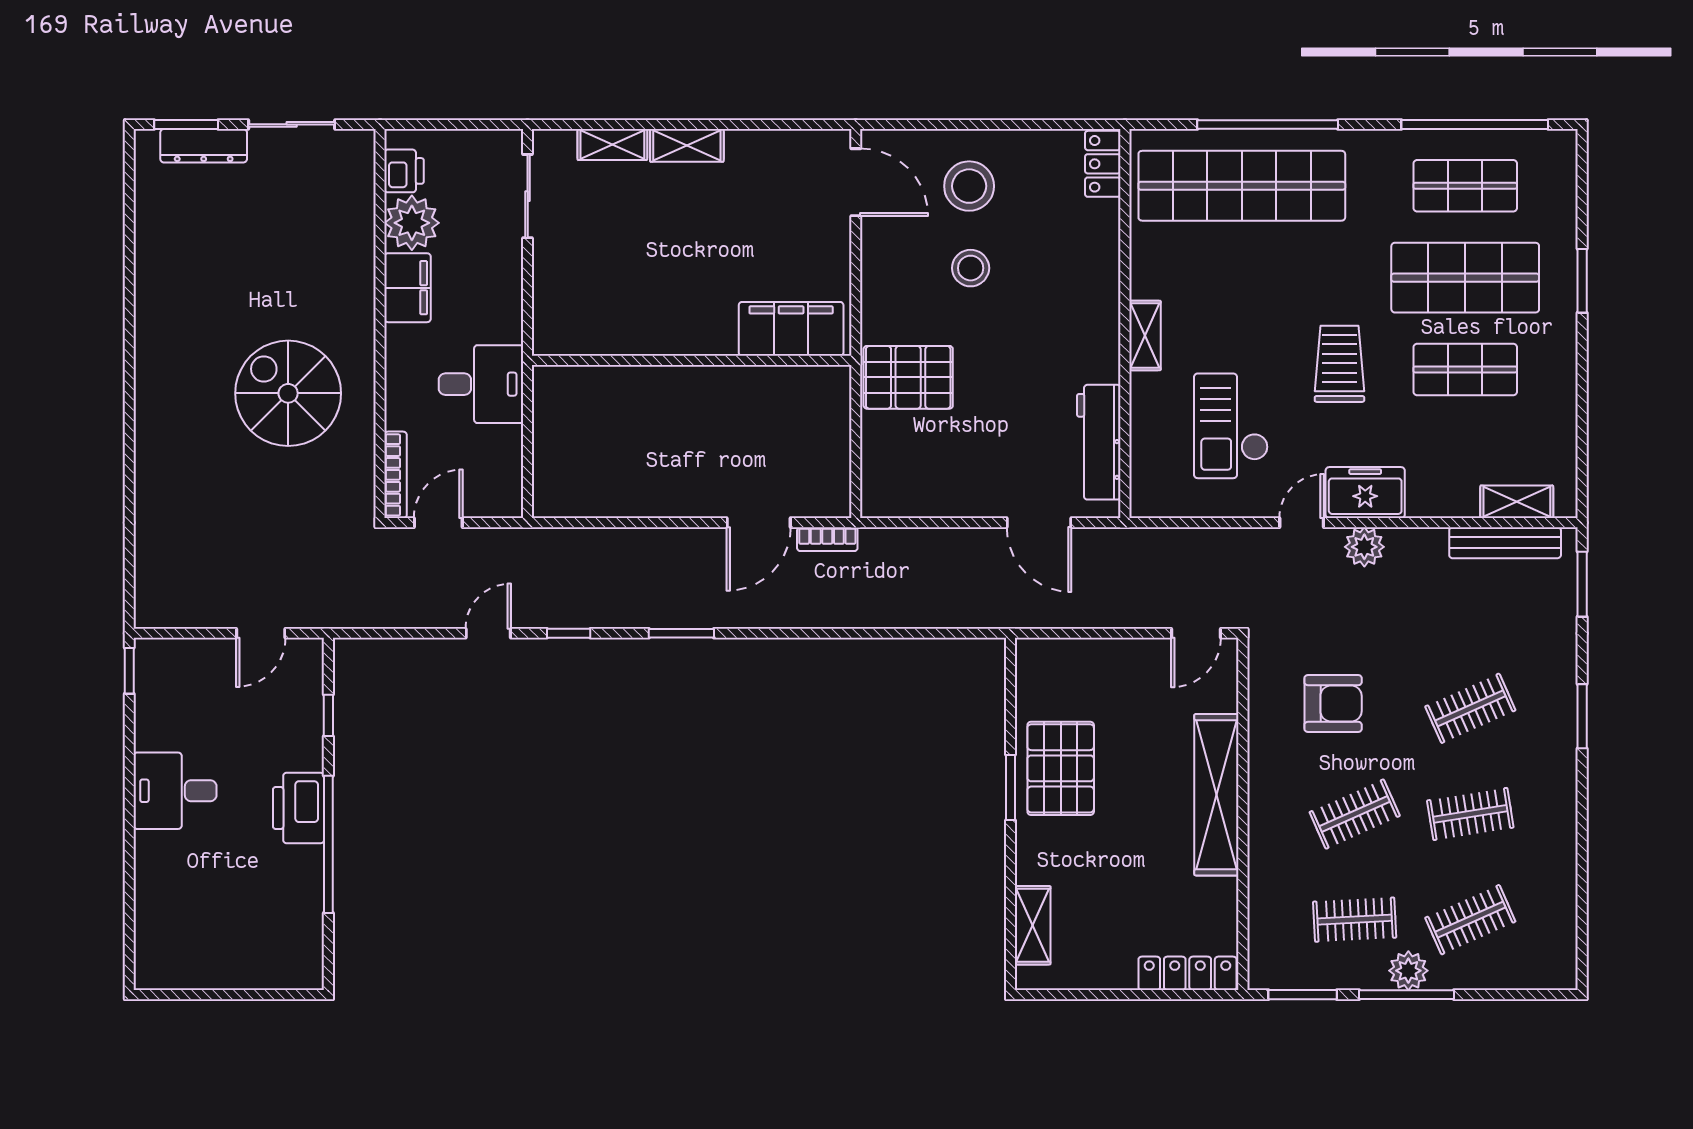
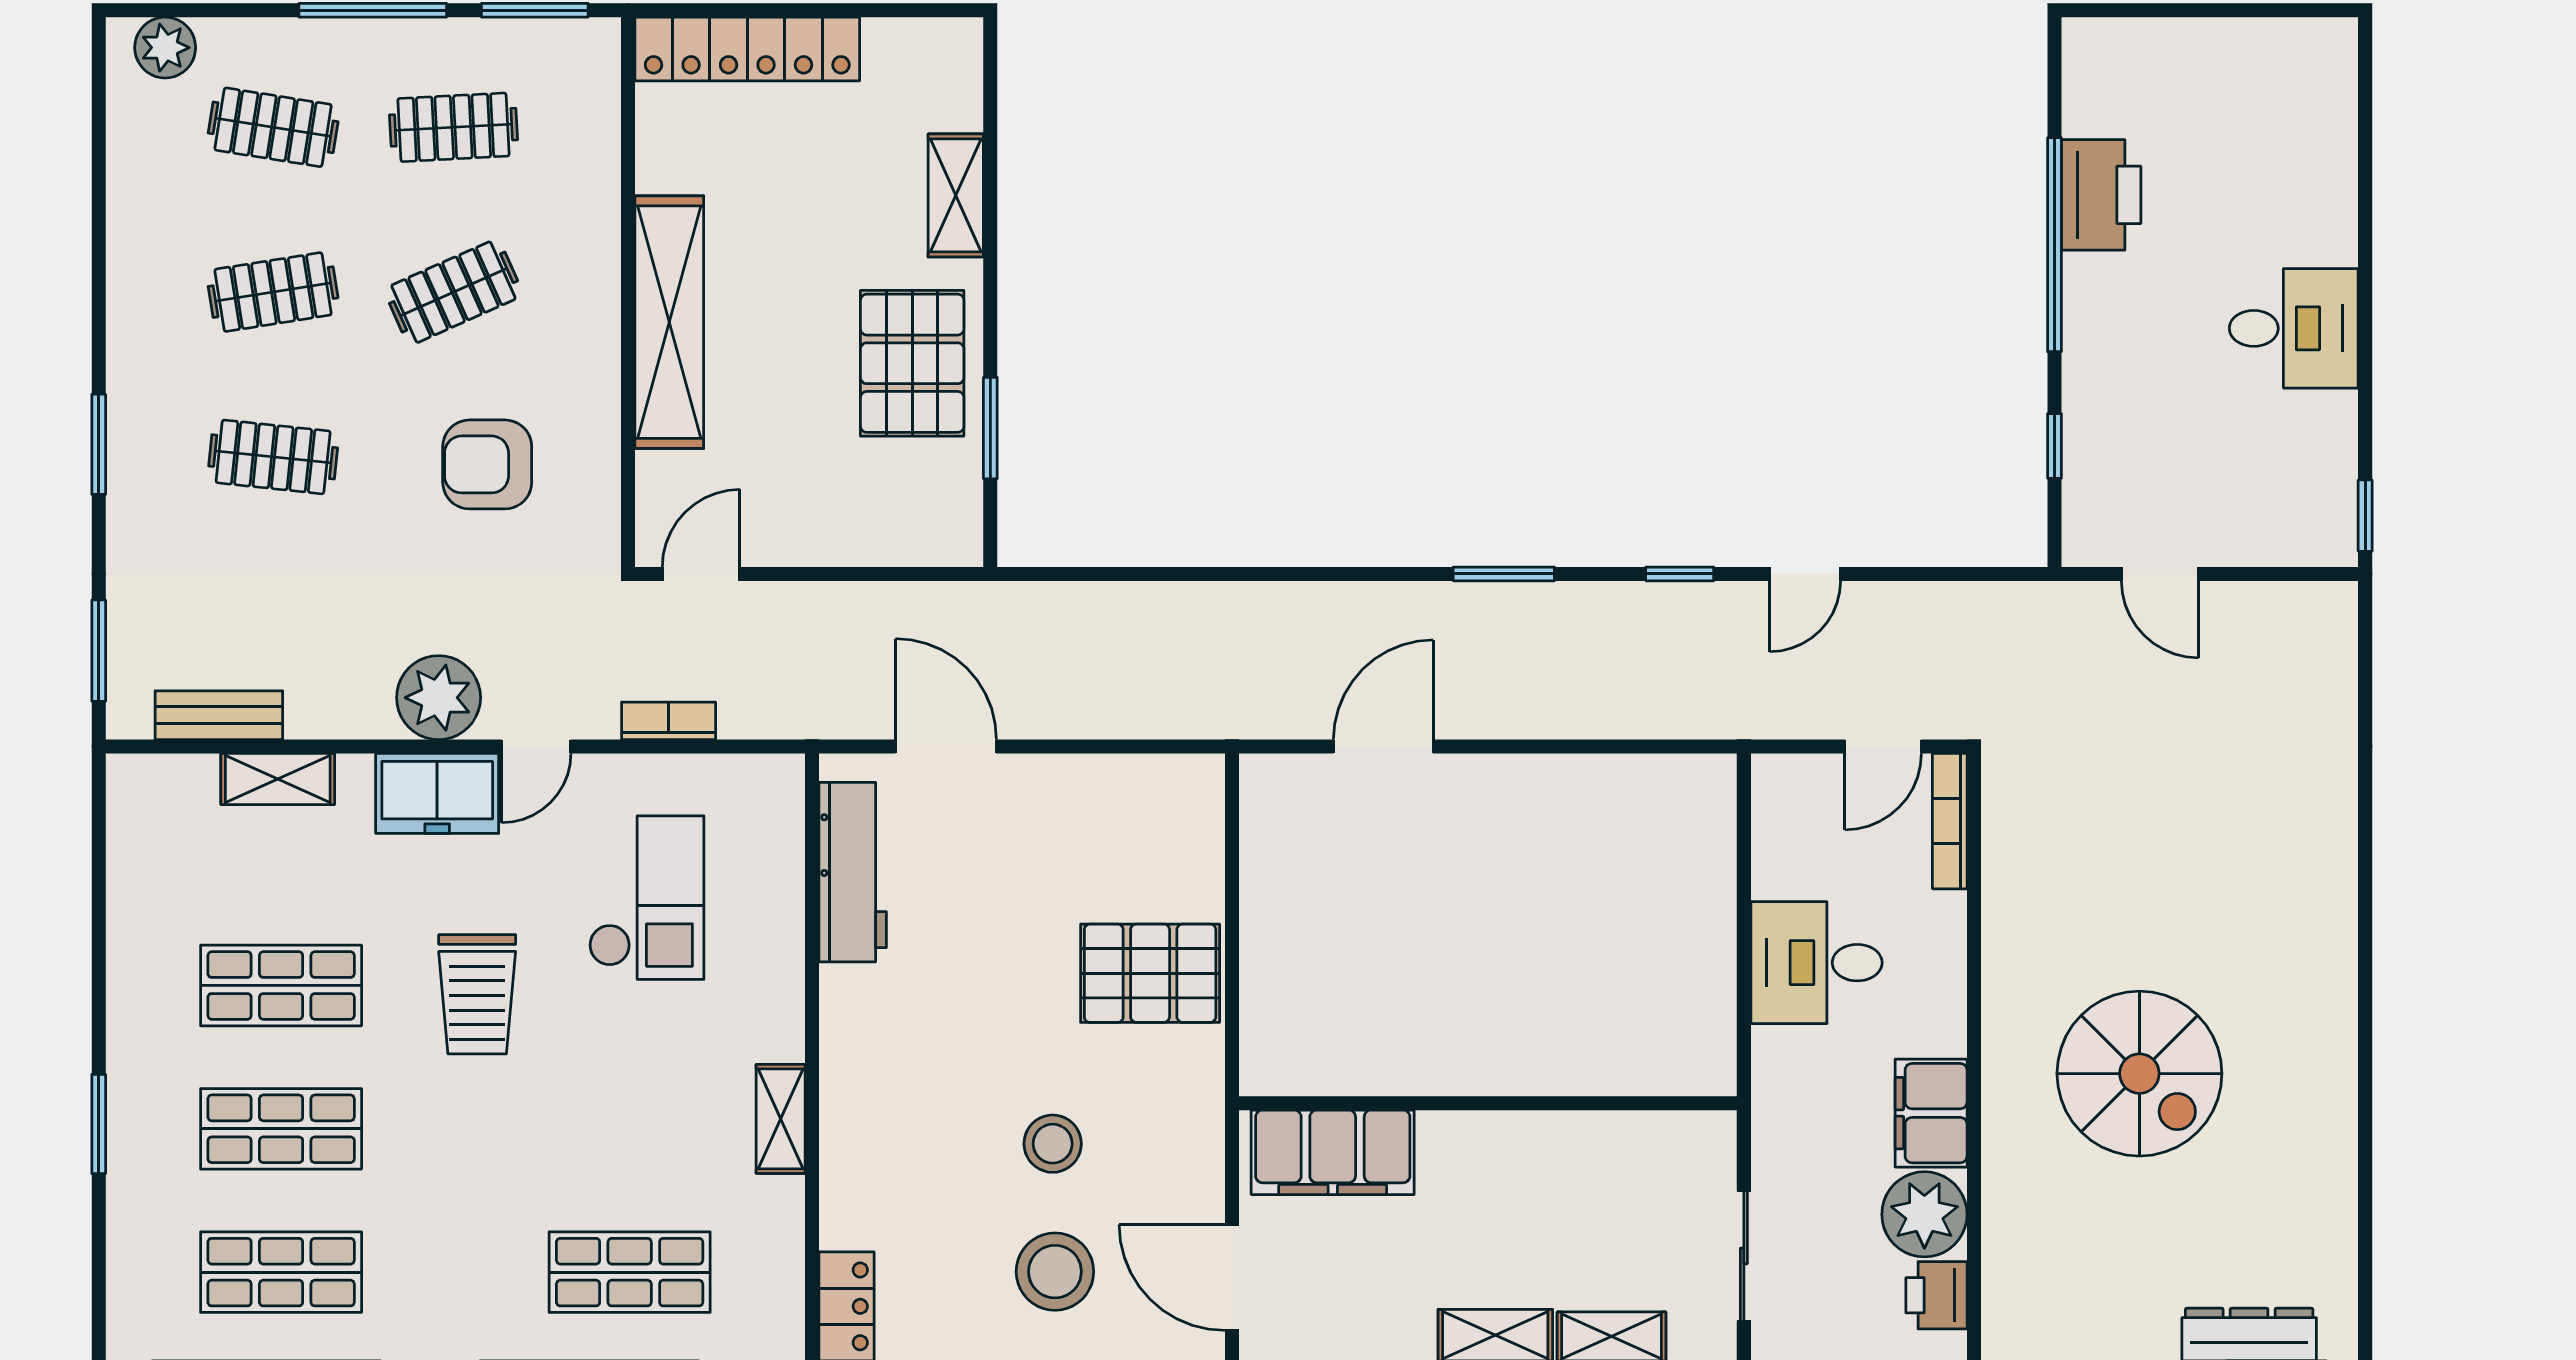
shop shelf: (1242, 186) -> (630, 1272), width x0.50, depth x0.74
shop shelf: (1465, 278) -> (281, 1129), width x0.70, depth x0.74
filing cabinet: (791, 329) -> (1333, 1152), moved
shelving: (1145, 335) -> (781, 1119), moved
wall: (692, 360) -> (1488, 1103), moved
spiral stairs: (288, 393) -> (2139, 1074), moved
shelving: (1517, 502) -> (278, 779), moved
bookcase: (827, 539) -> (669, 721), moved
bench: (1505, 543) -> (219, 715), width x0.73
plant: (1364, 547) -> (439, 698), width x1.36, depth x1.36
door: (261, 633) -> (2160, 574), swing flipped
clothes rail: (1470, 708) -> (273, 457), turned 30
window: (1011, 787) -> (990, 428), moved
printer: (299, 808) -> (2101, 195), moved
clothes rail: (1470, 920) -> (273, 127), turned 33
shelving: (1033, 925) -> (956, 195), moved
plant: (1408, 971) -> (165, 48), moved
locker: (1187, 973) -> (747, 49), width x1.41, depth x1.21

